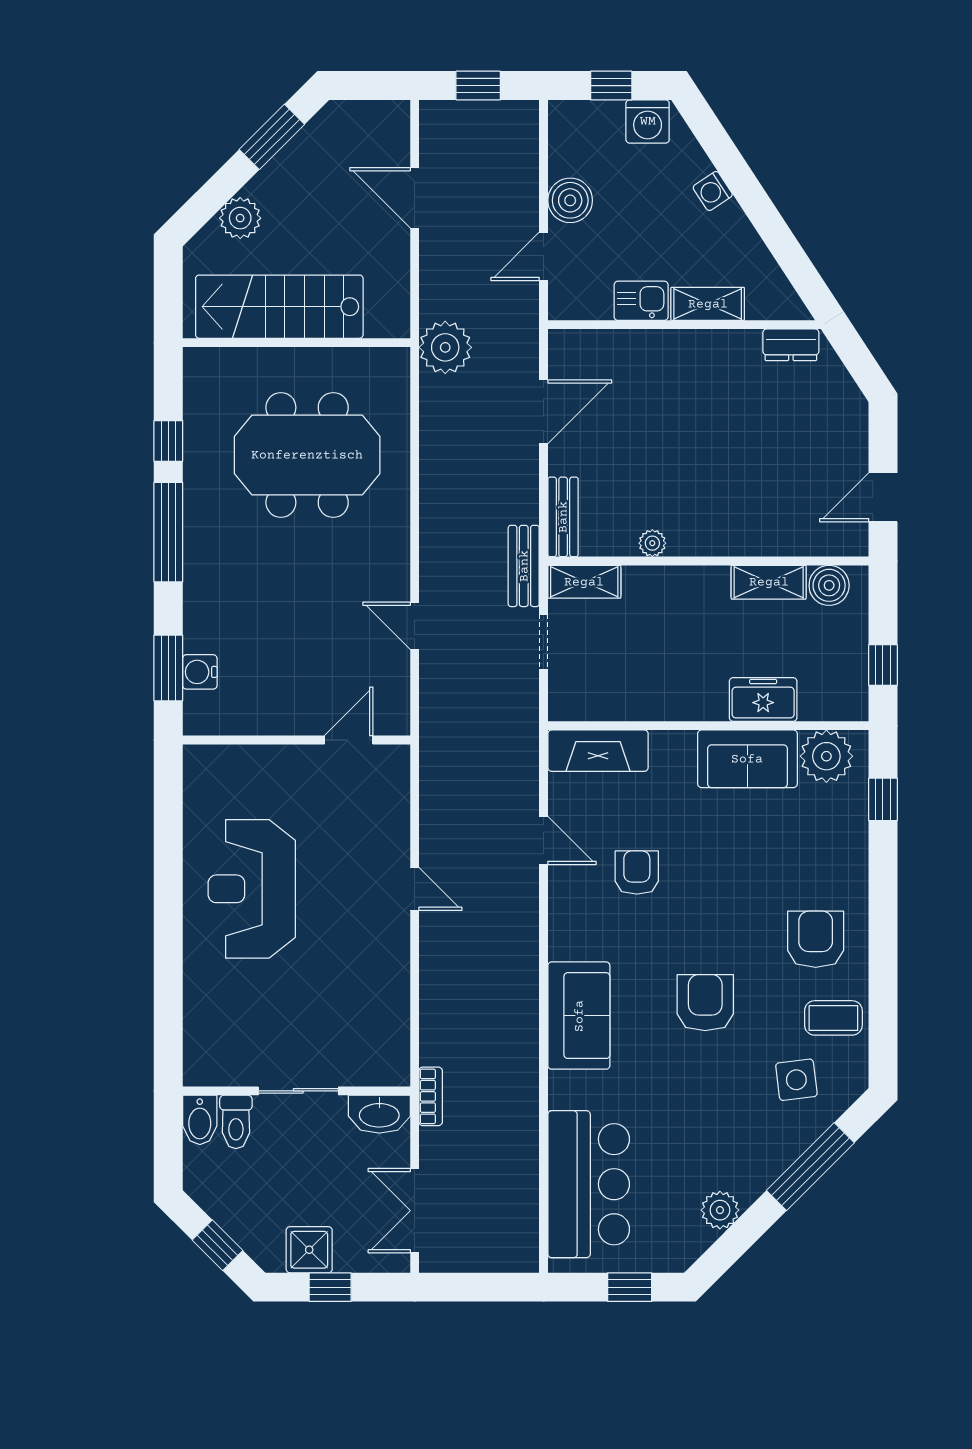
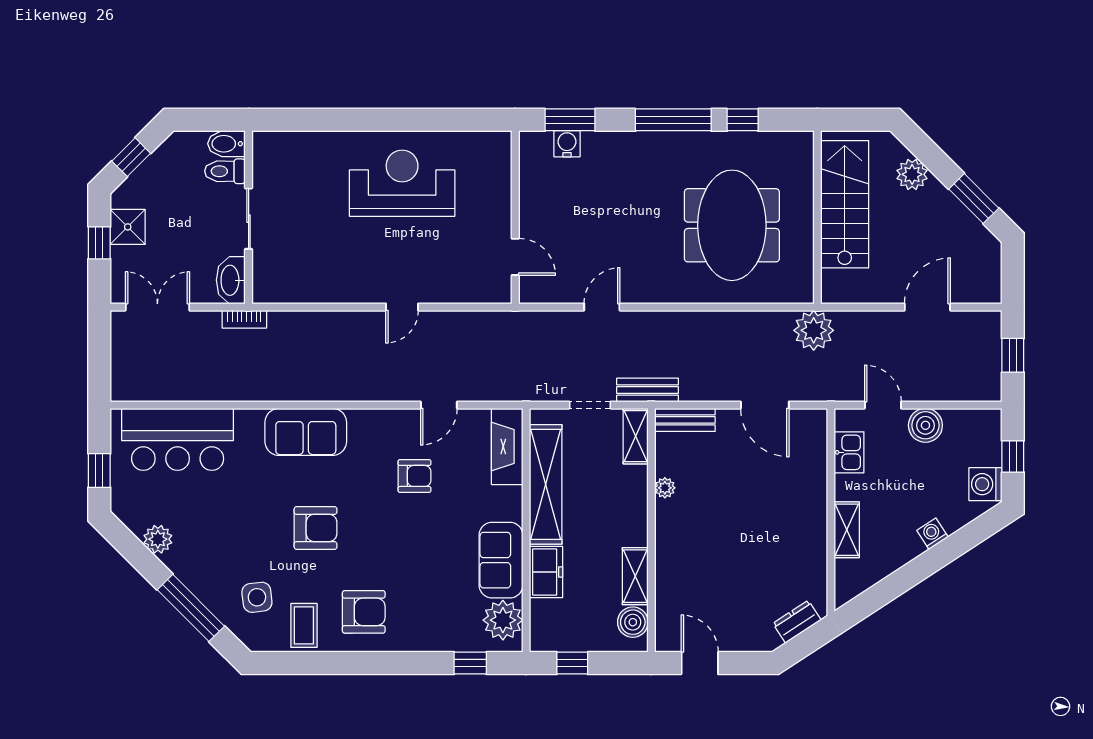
kitchen sink: (641, 301) -> (849, 452), moved
dresser: (791, 345) -> (797, 622), moved, turned 57
shelving: (648, 700) -> (546, 484), added

